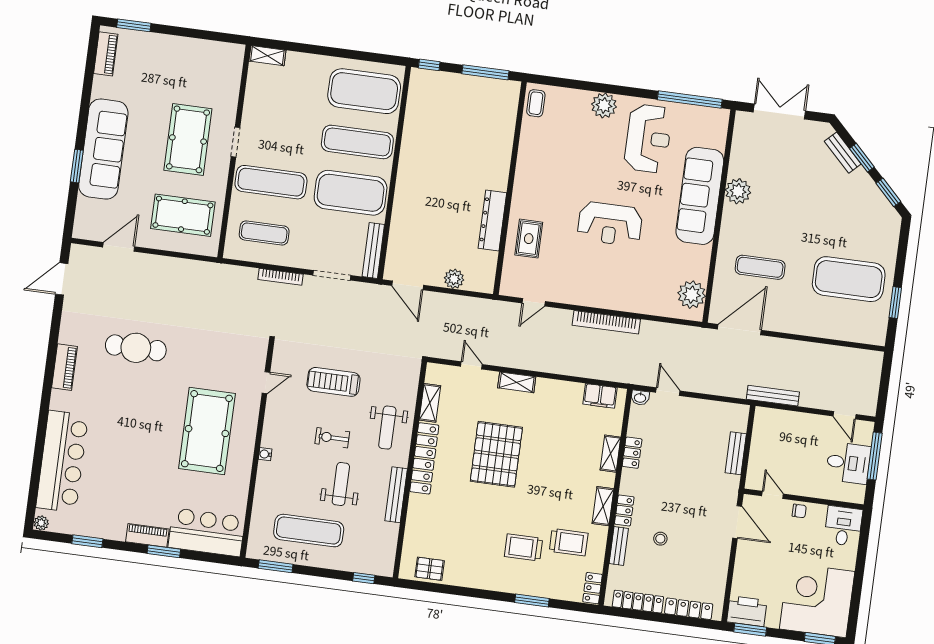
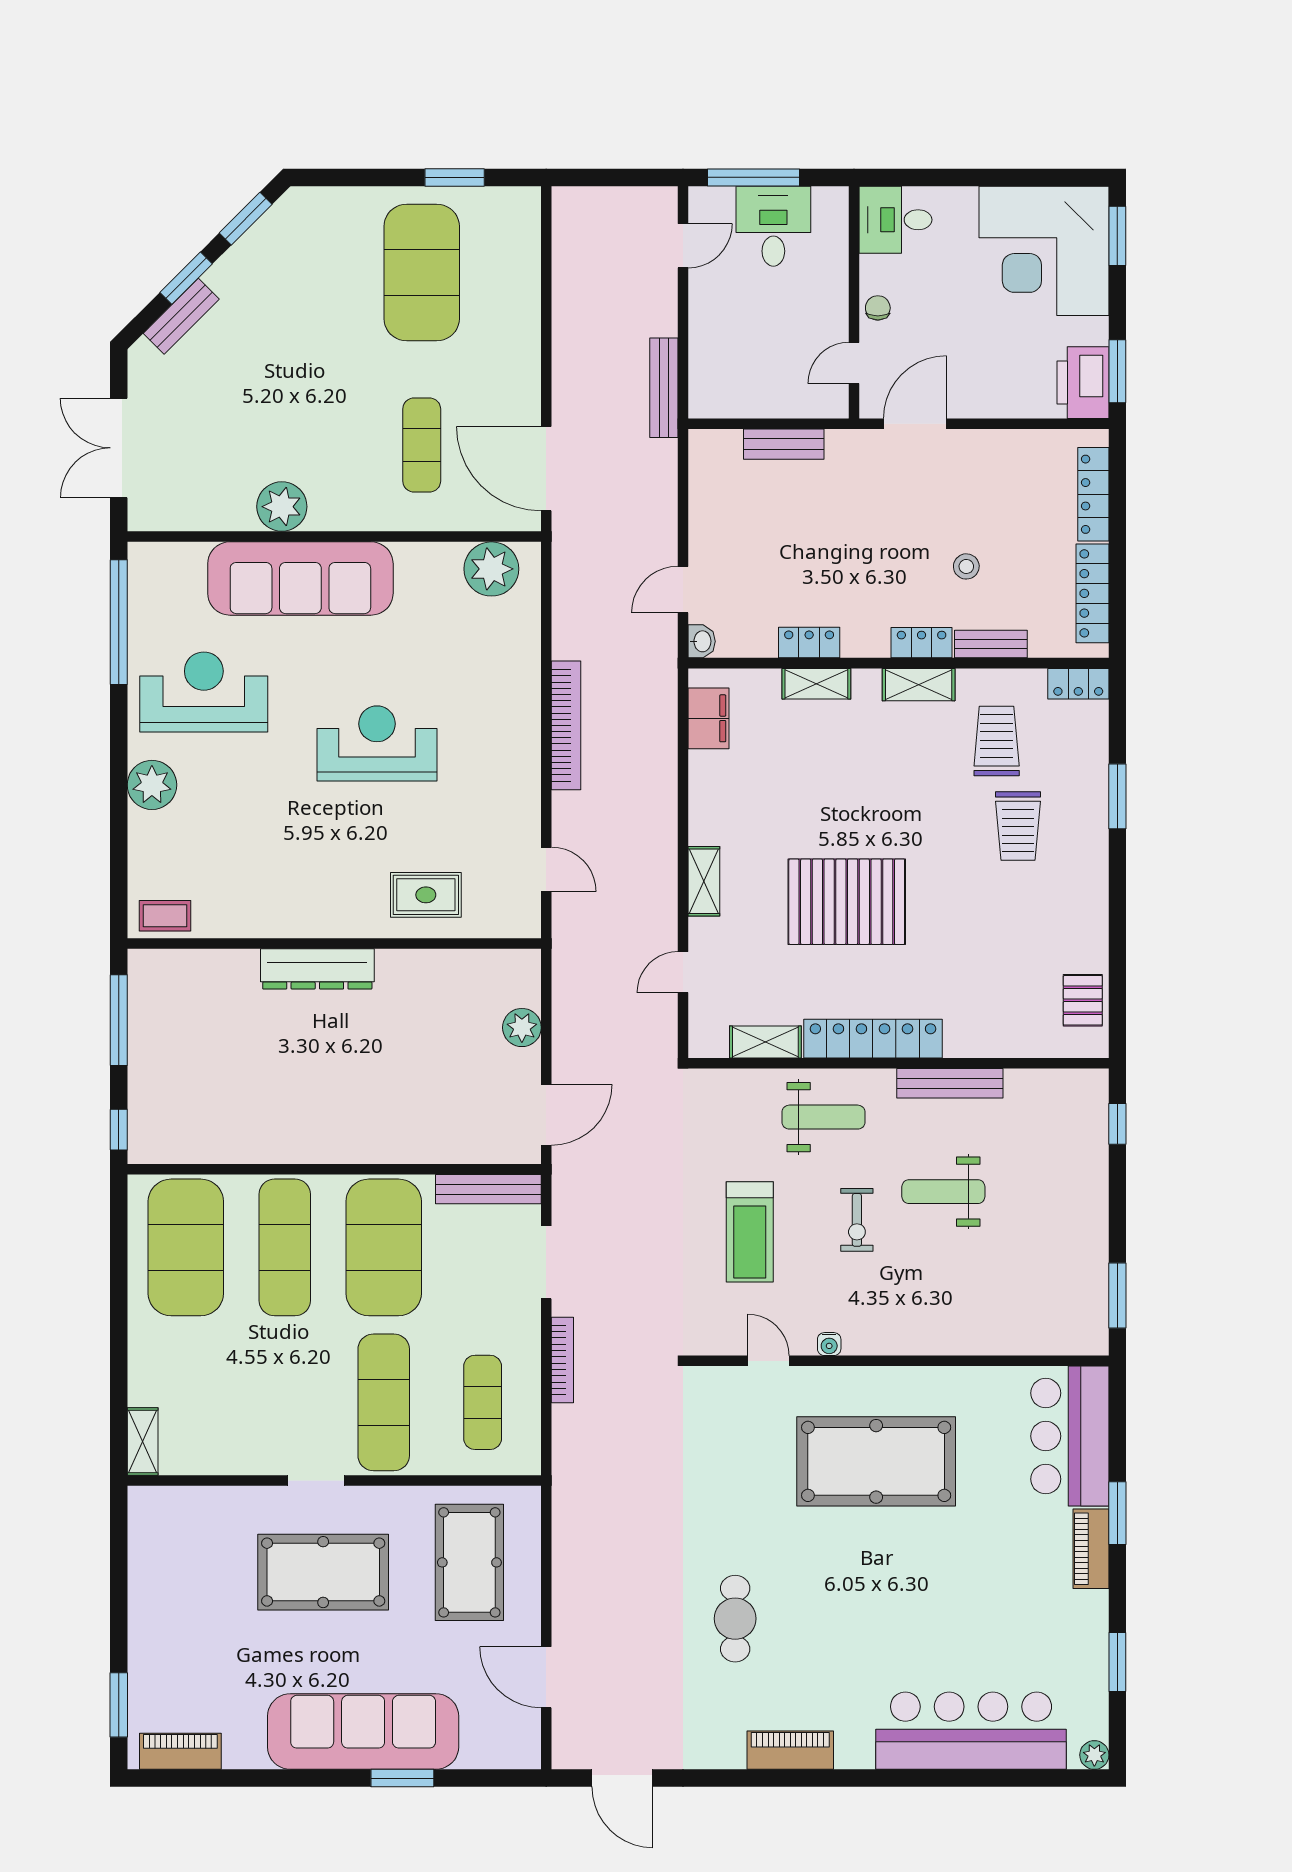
dresser: (492, 220) -> (317, 969), moved
reception desk: (610, 224) -> (377, 743), turned -90
cafe table: (136, 348) -> (735, 1619), width x0.73, depth x0.74
water cooler: (265, 454) -> (829, 1344), moved
exercise mat: (309, 531) -> (1041, 1241), removed

